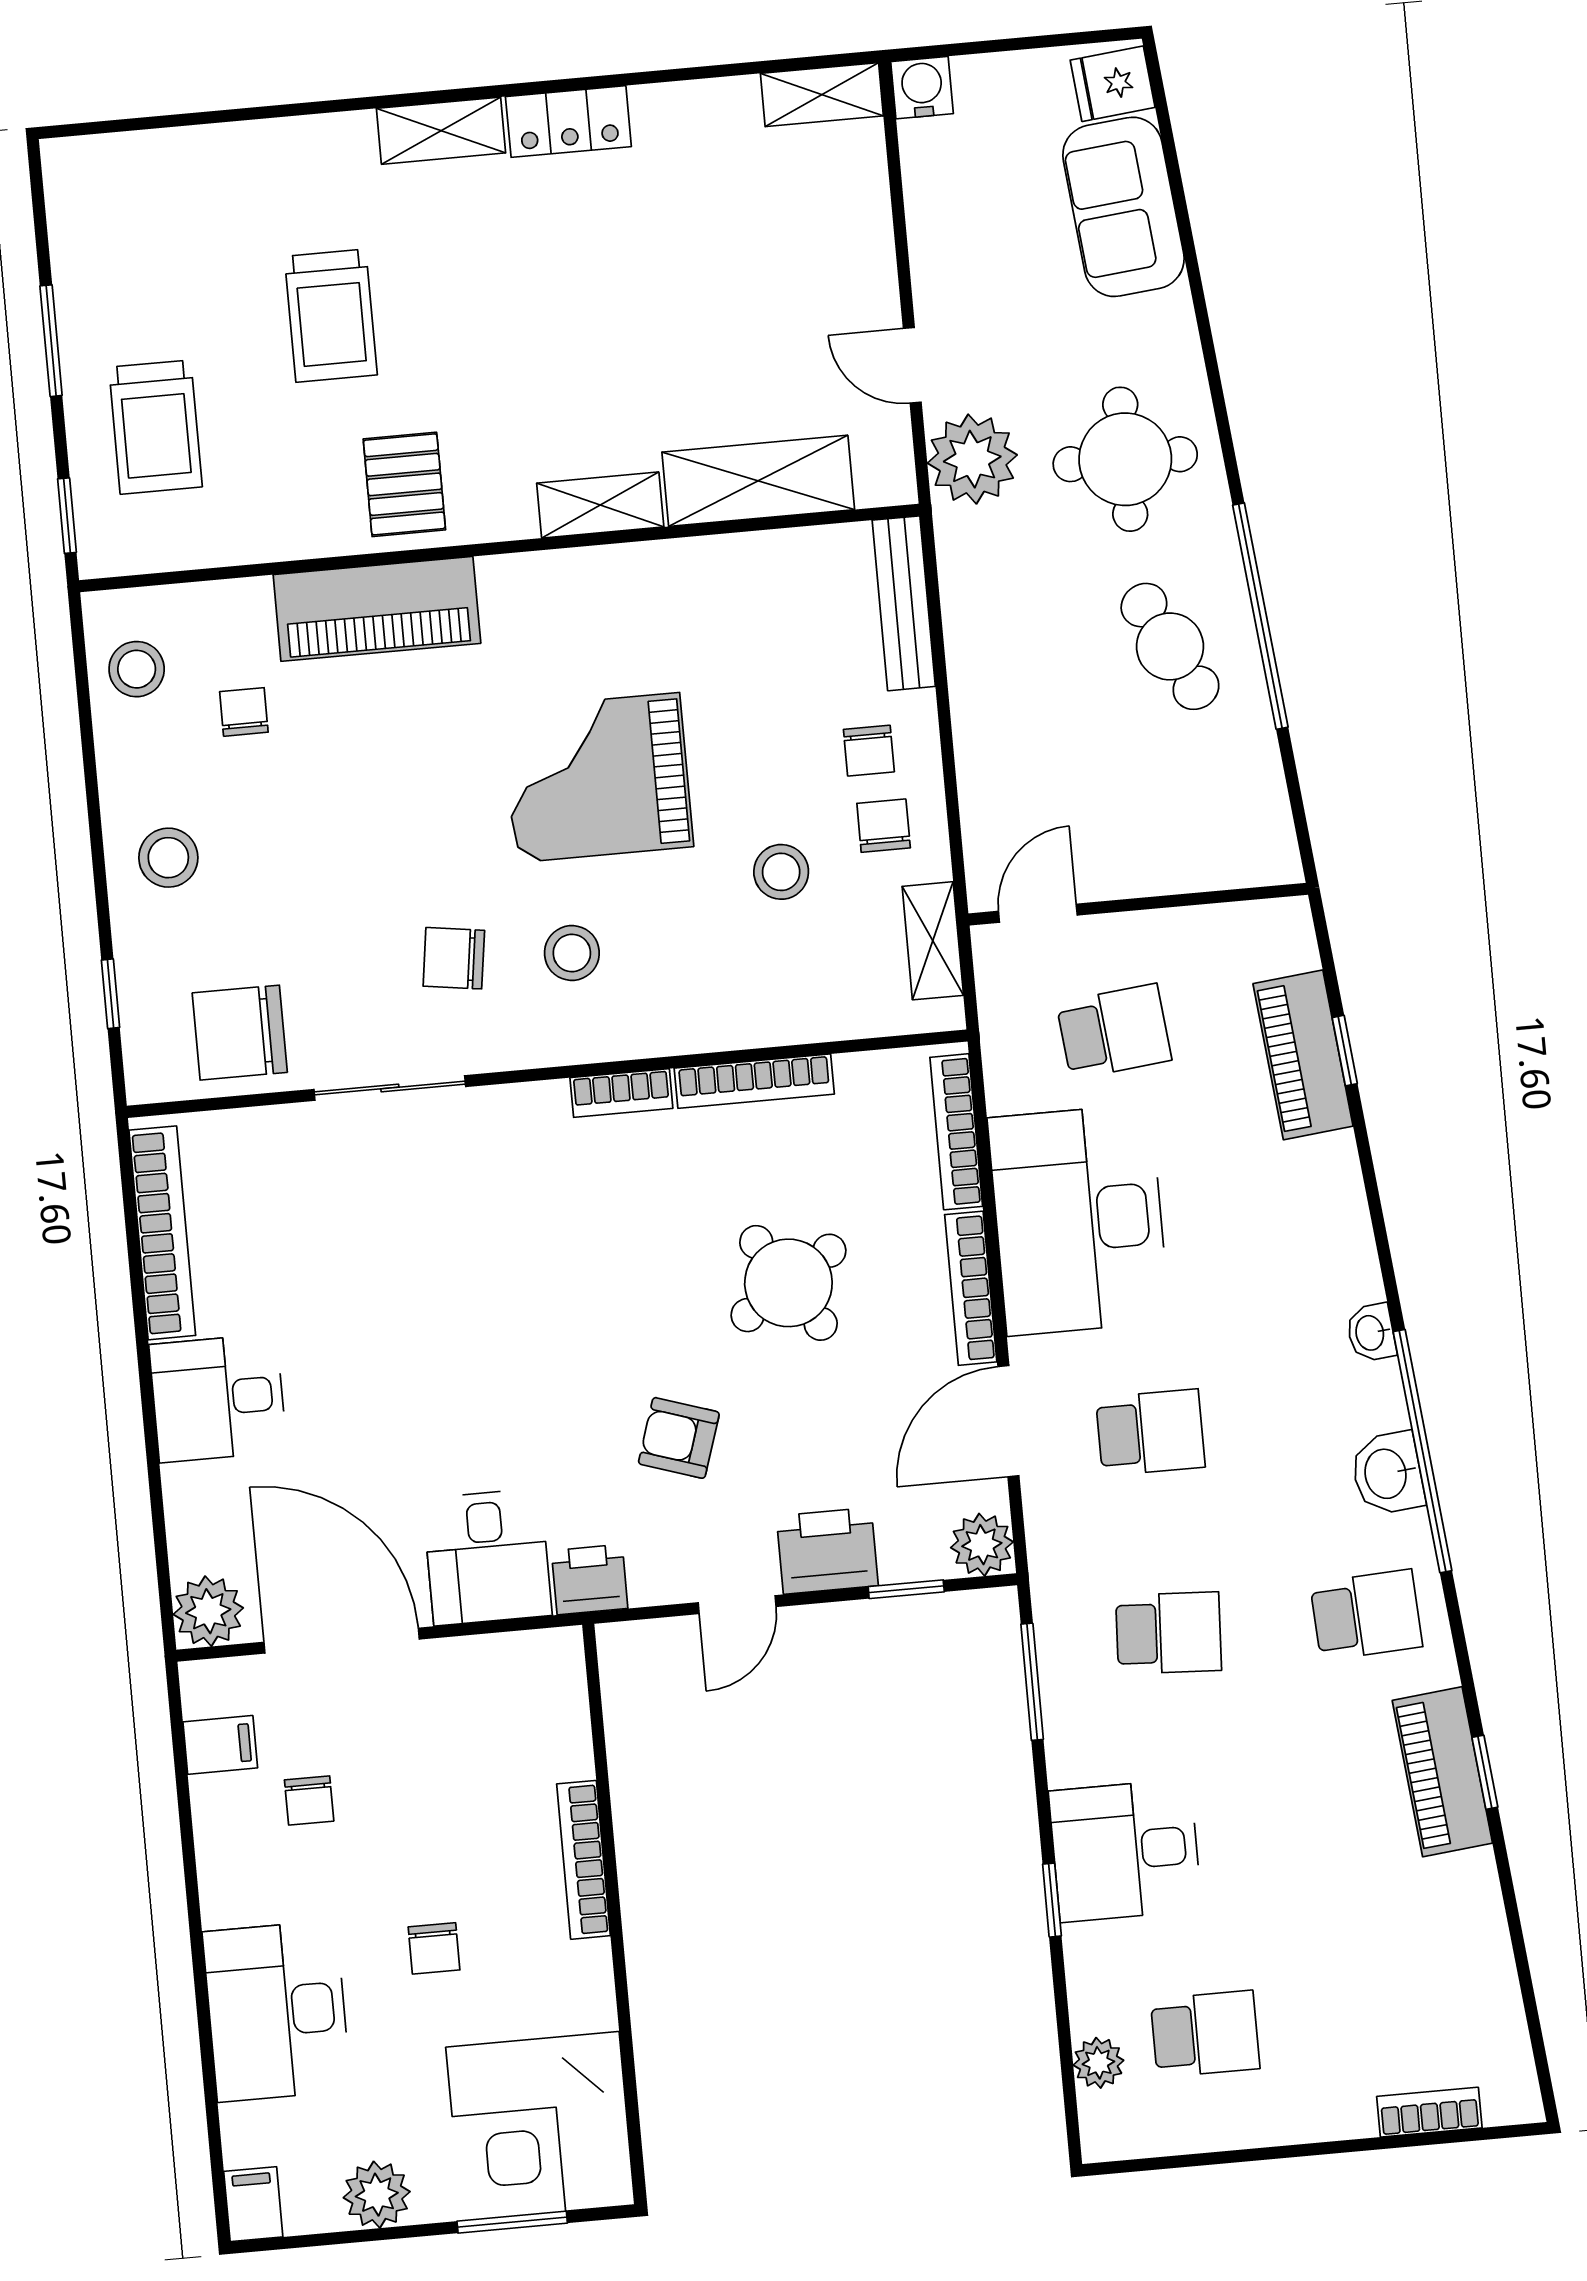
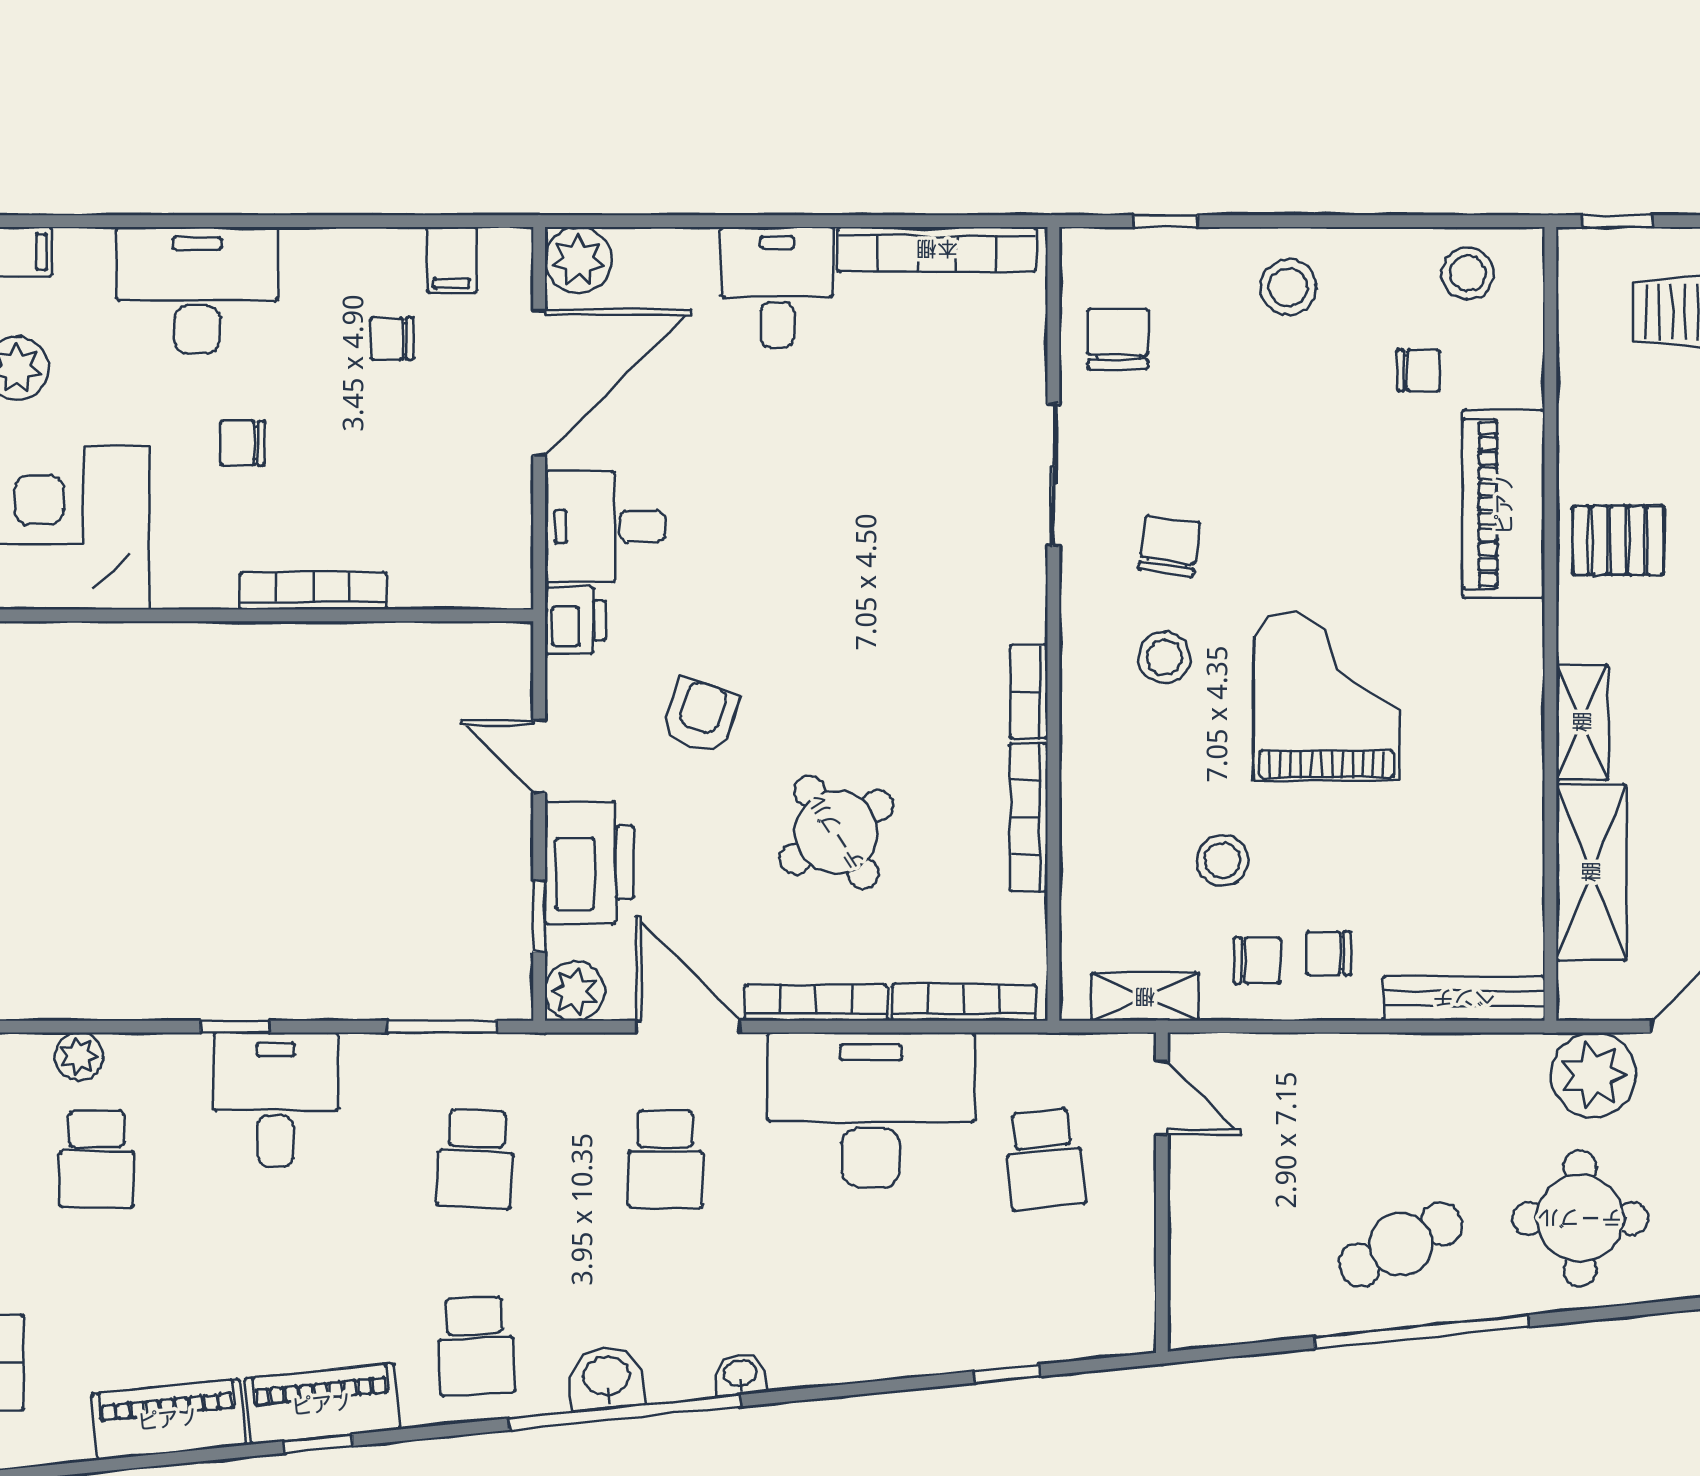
chair: (240, 1033) -> (1118, 339), width x0.73, depth x0.73
piano: (1303, 1055) -> (168, 1419), moved
printer: (827, 1551) -> (589, 863), width x1.37, depth x1.19

